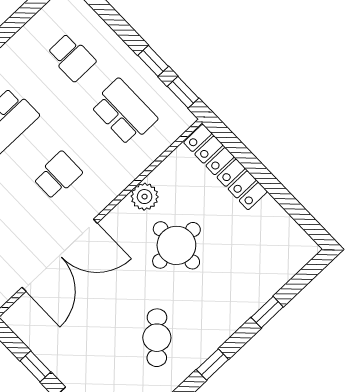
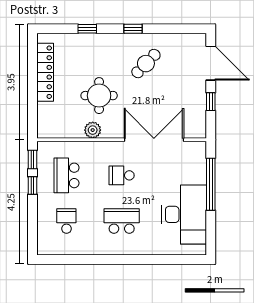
locker: (225, 167) -> (45, 72), moved

